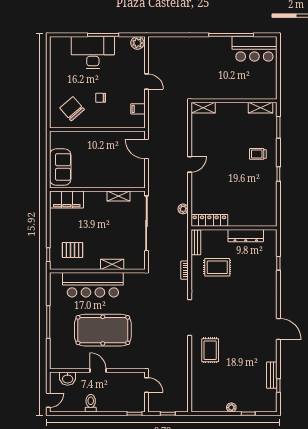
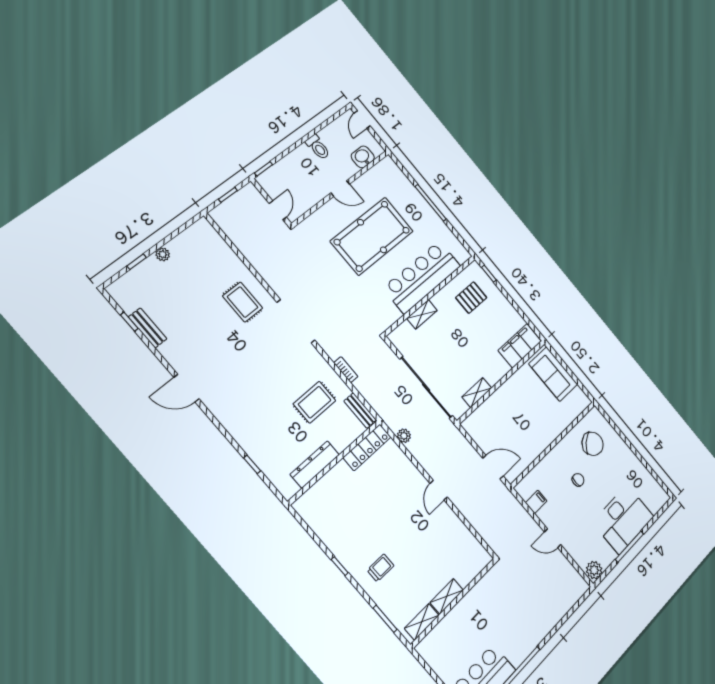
shelving: (203, 108) -> (447, 596), moved
door: (146, 385) -> (278, 210), swing flipped

